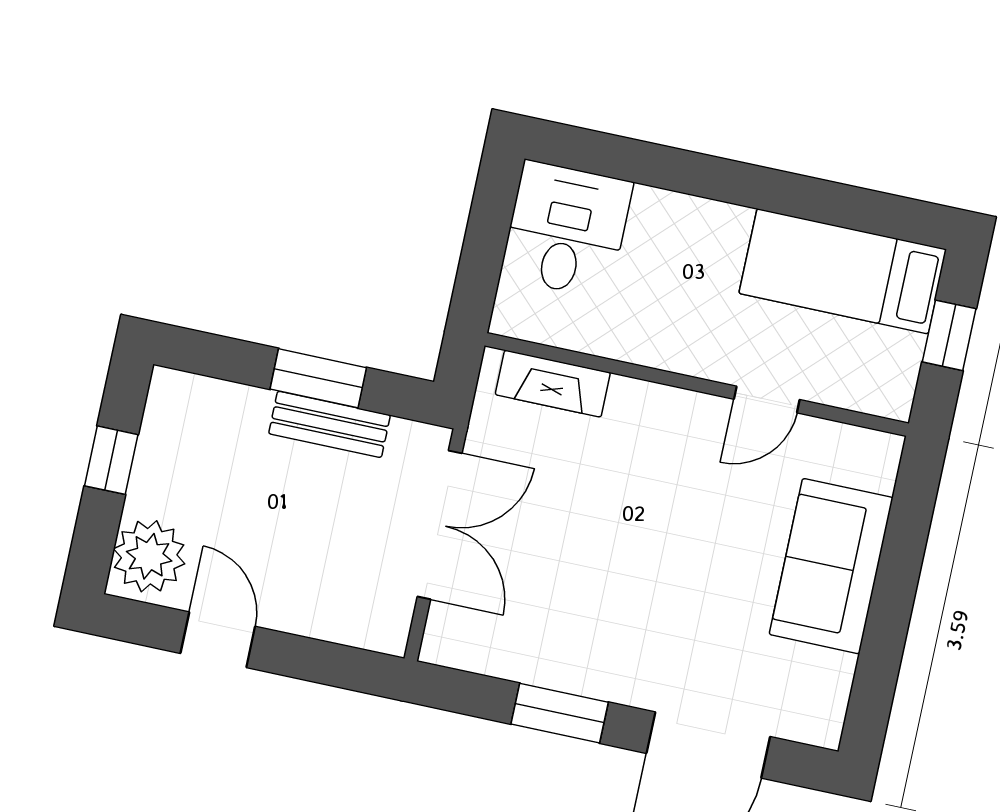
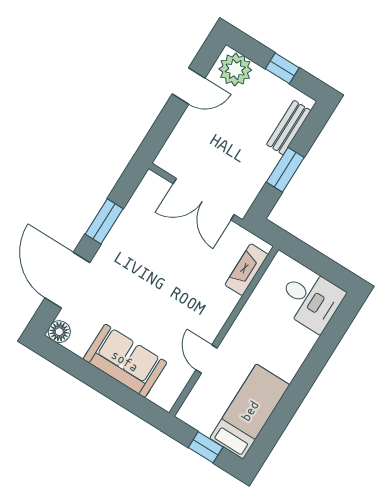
bench: (329, 424) -> (289, 128), moved
floor lamp: (820, 723) -> (59, 332), added

